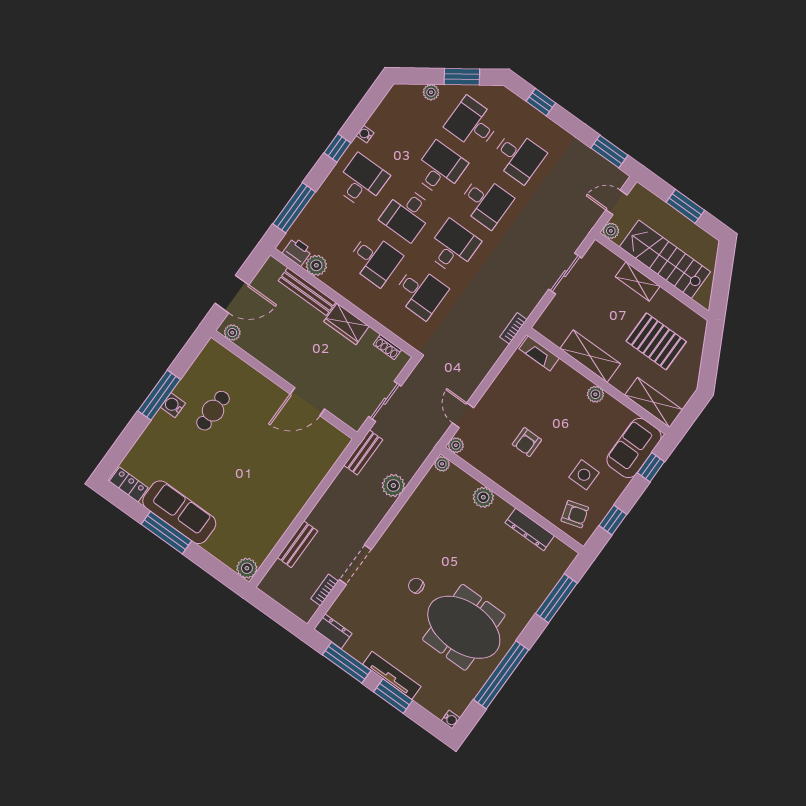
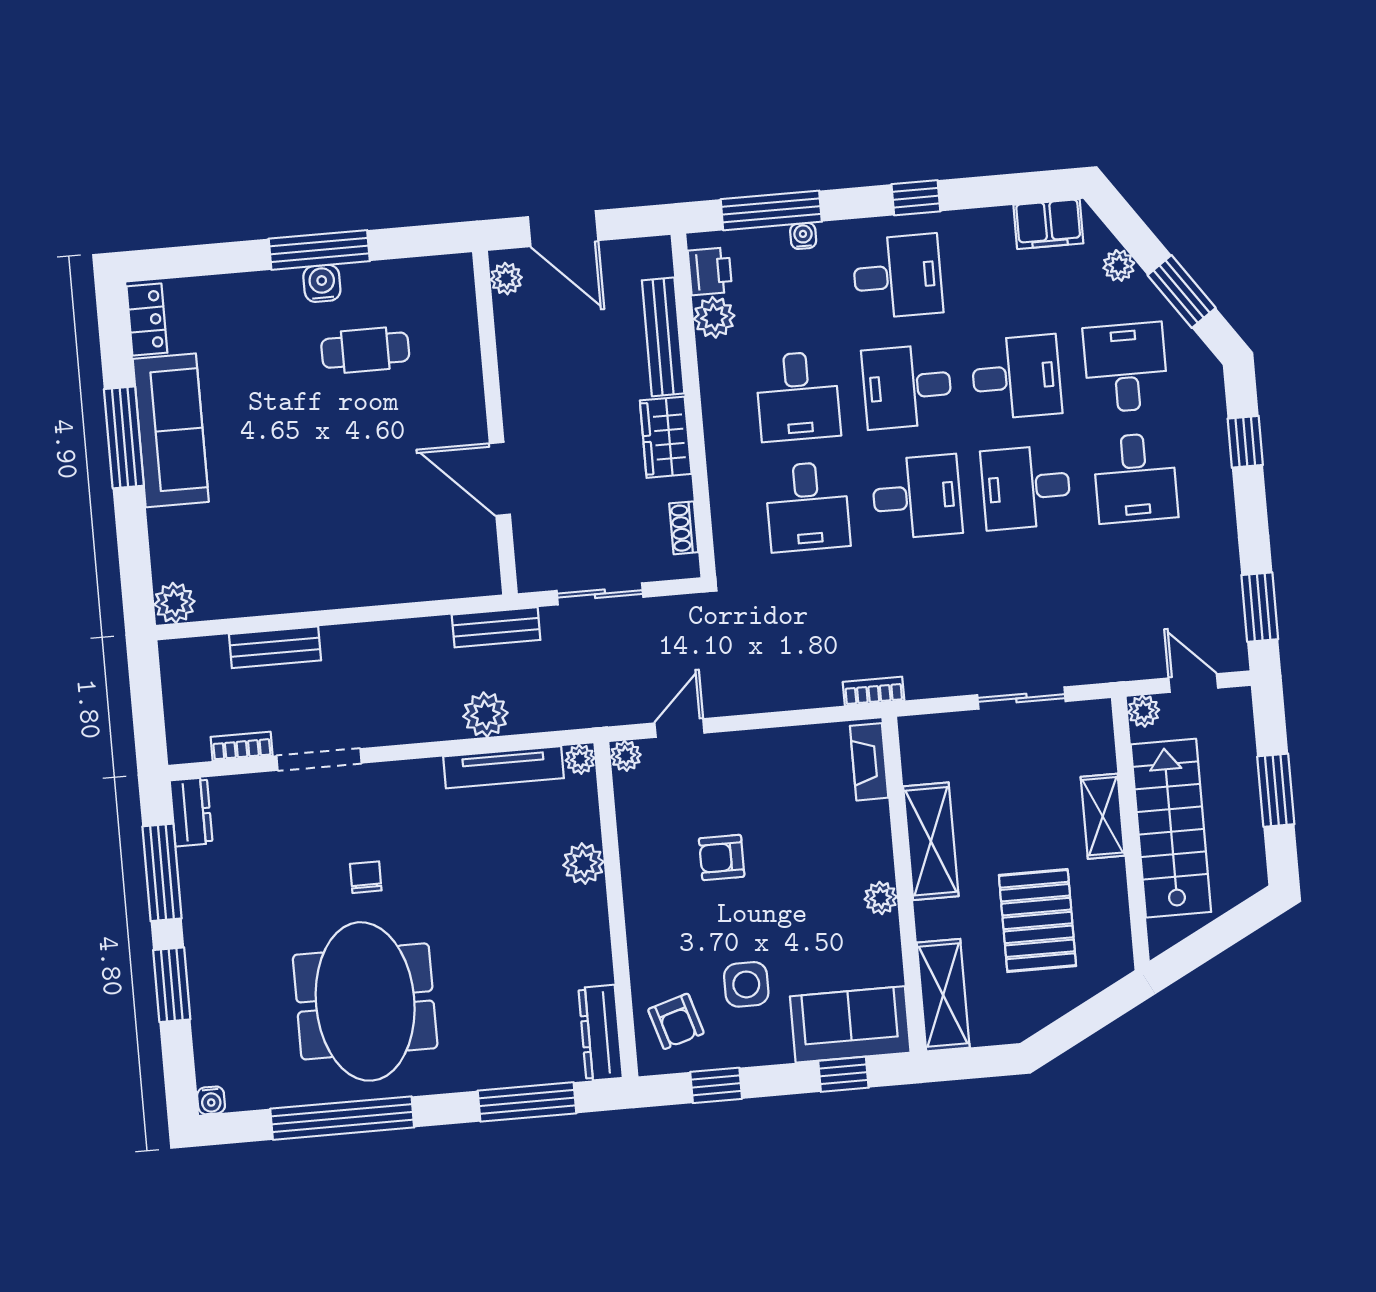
filing cabinet: (392, 106) -> (1048, 224), added
water cooler: (365, 134) -> (803, 236), moved
desk: (486, 202) -> (1026, 487), turned 90
dresser: (530, 529) -> (601, 1033), moved
tv unit: (392, 675) -> (504, 767), moved, turned 90

